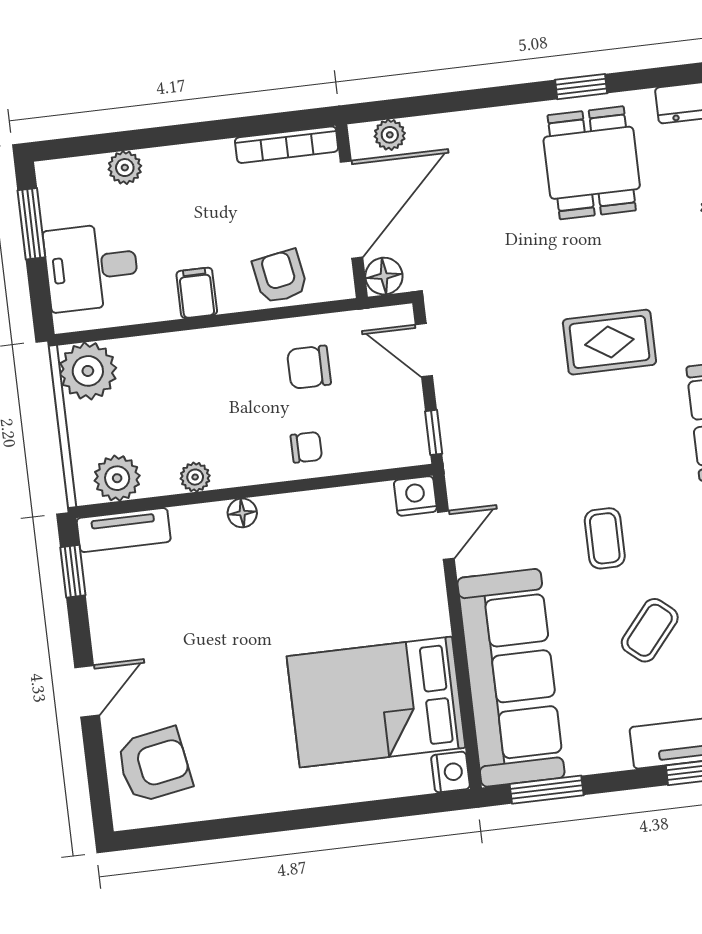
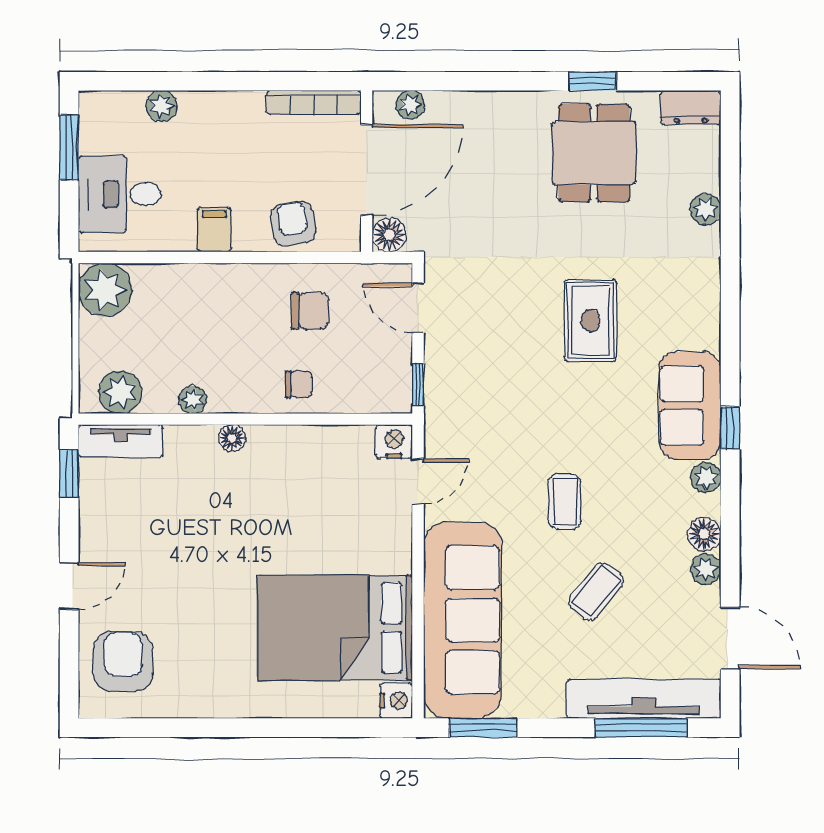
rug: (609, 342) -> (591, 321), turned 90
chair: (309, 367) -> (310, 311), turned 180
armchair: (154, 765) -> (123, 661), turned -80

